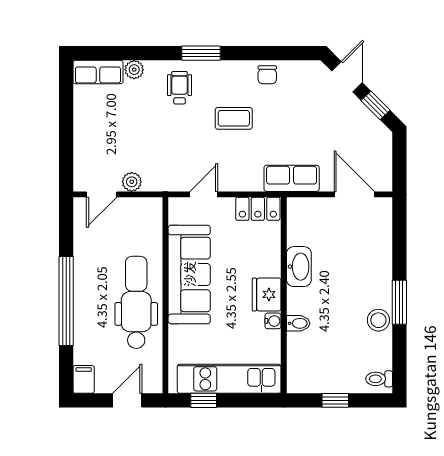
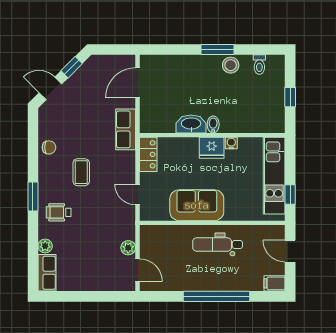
sofa: (189, 274) -> (197, 205), width x0.73
dental chair: (136, 302) -> (218, 244), width x0.73, depth x0.72
bidet: (298, 323) -> (213, 124), moved
toilet: (379, 379) -> (259, 65), moved

